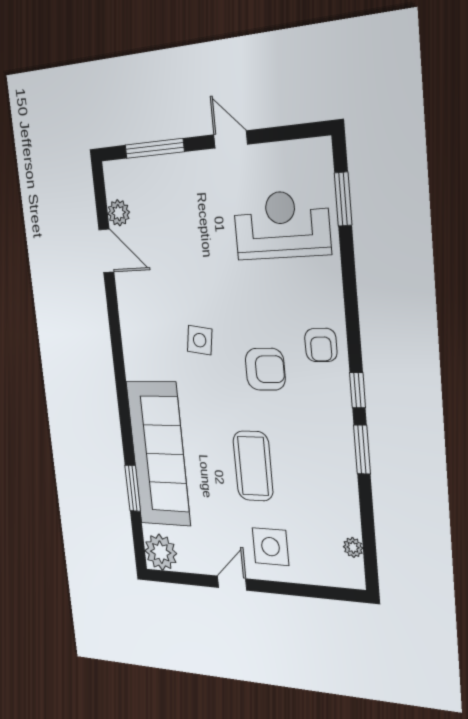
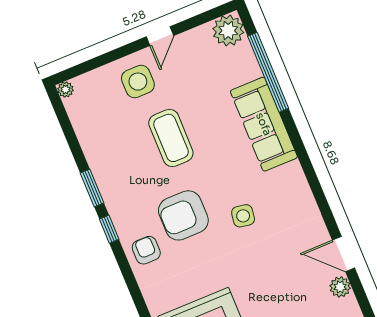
armchair: (265, 369) -> (183, 215), width x1.36, depth x1.36
sofa: (158, 454) -> (264, 124), width x0.74, depth x0.79
window: (133, 488) -> (268, 72), width x2.11
plant: (353, 547) -> (66, 90), moved

